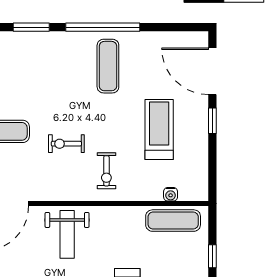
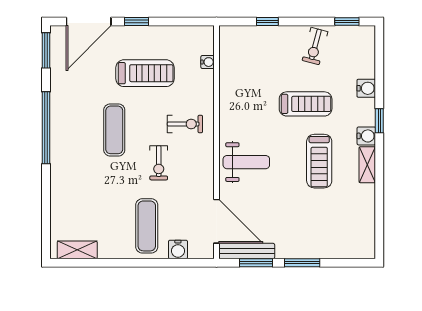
window: (31, 27) -> (46, 50), moved
exercise mat: (108, 66) -> (114, 130), moved, turned 90
treadmill: (159, 130) -> (145, 73), turned 180
exercise mat: (173, 221) -> (233, 60), removed

